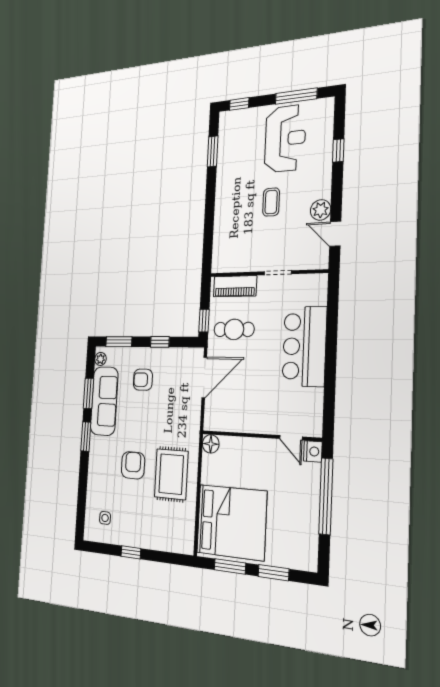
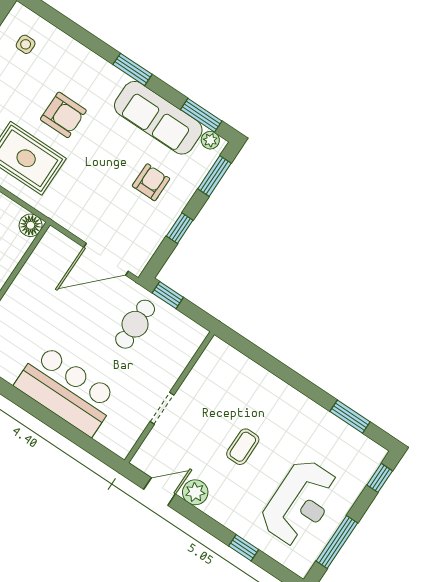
reception desk: (285, 139) -> (300, 503), turned -90
coffee table: (271, 202) -> (243, 447), turned 90
piano: (235, 286) -> (181, 353), removed
door: (204, 377) -> (106, 259), hinge flipped
window: (89, 393) -> (201, 115), moved

